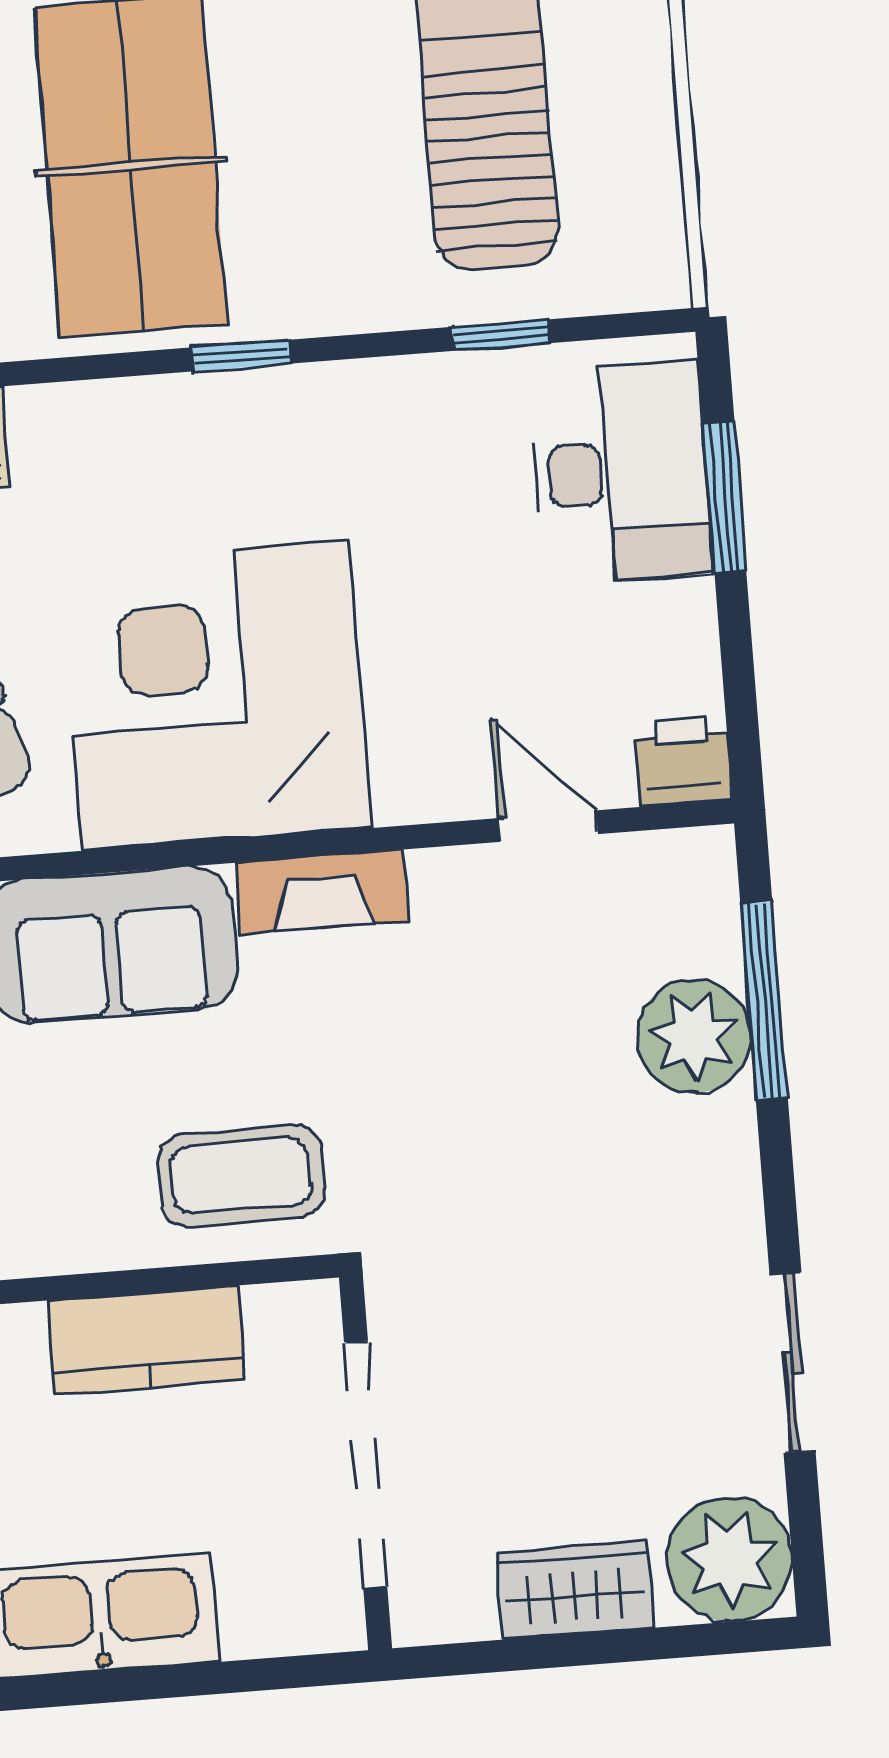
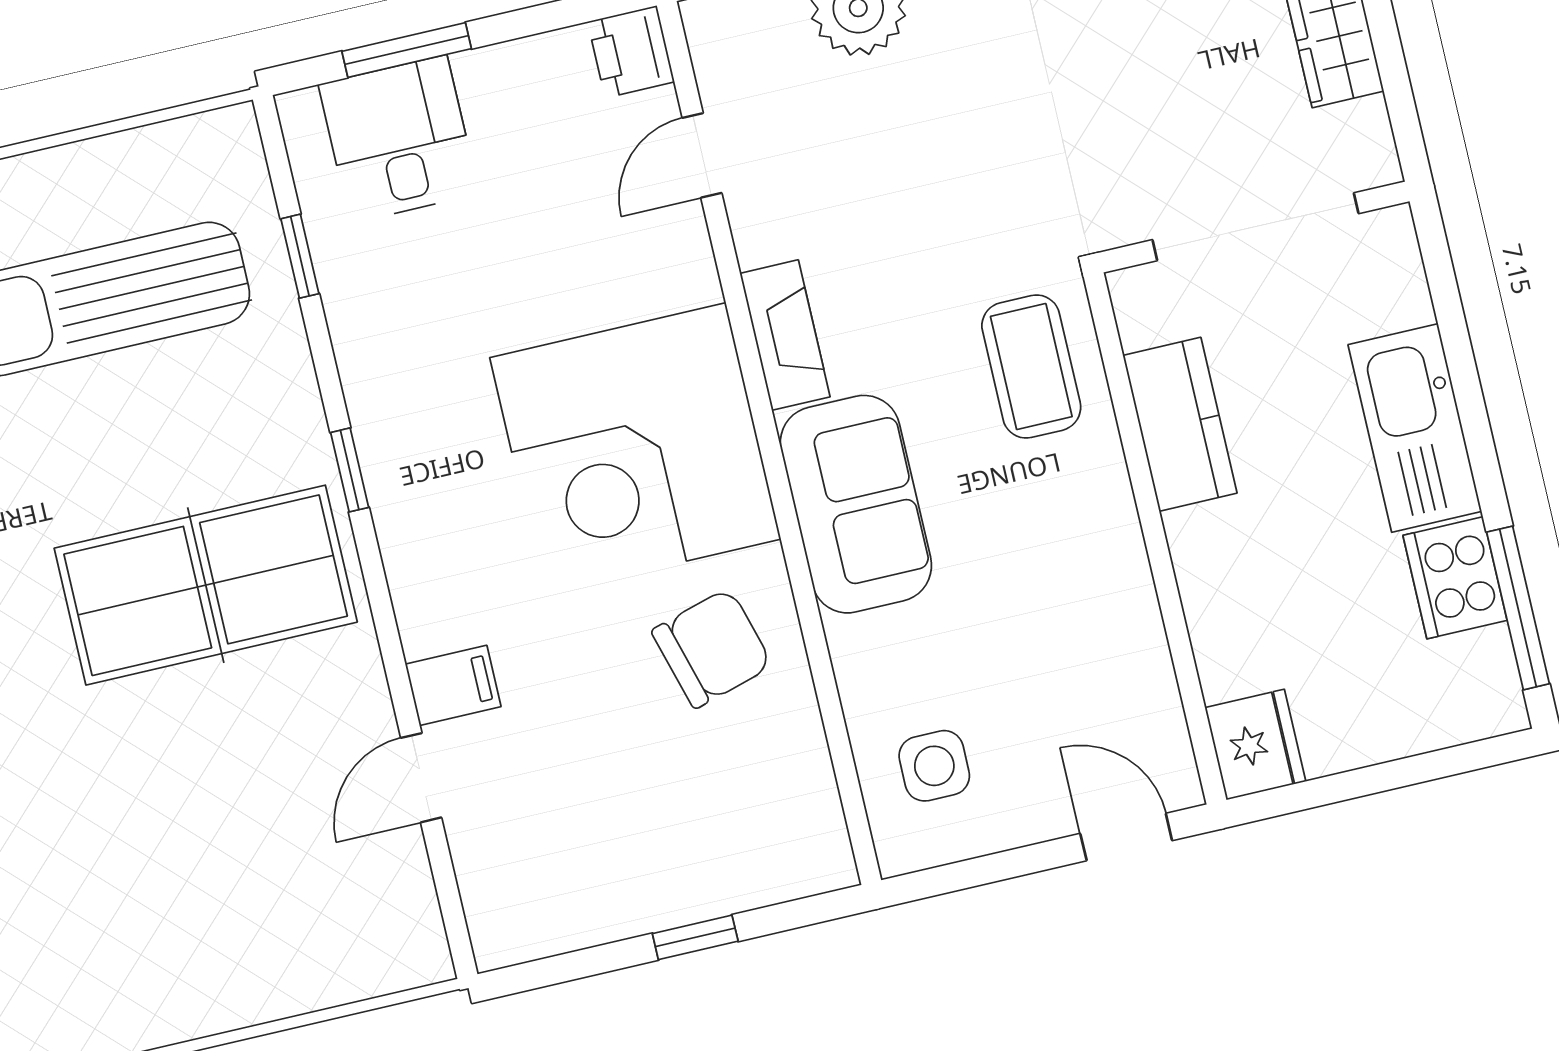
desk: (621, 472) -> (399, 139), width x0.73

